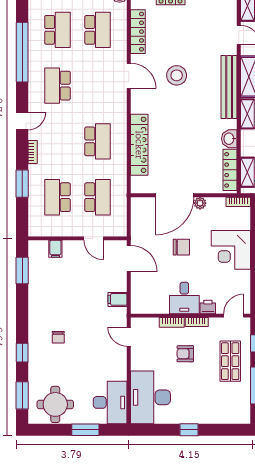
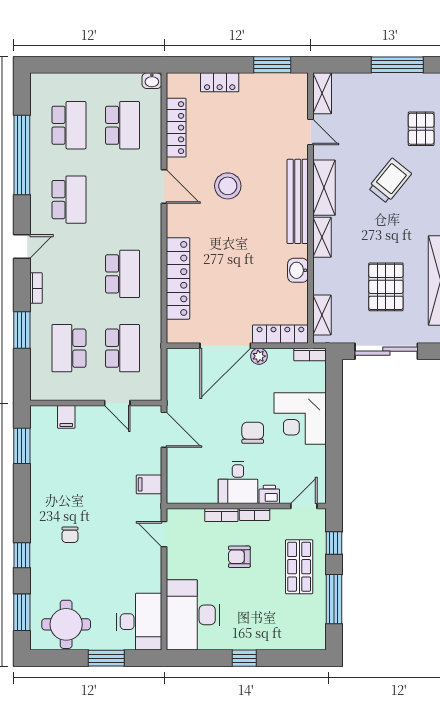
school desk: (57, 86) -> (69, 200), turned 180
locker: (230, 170) -> (280, 334), moved, turned 90
chair: (181, 247) -> (253, 433), moved, turned -90

